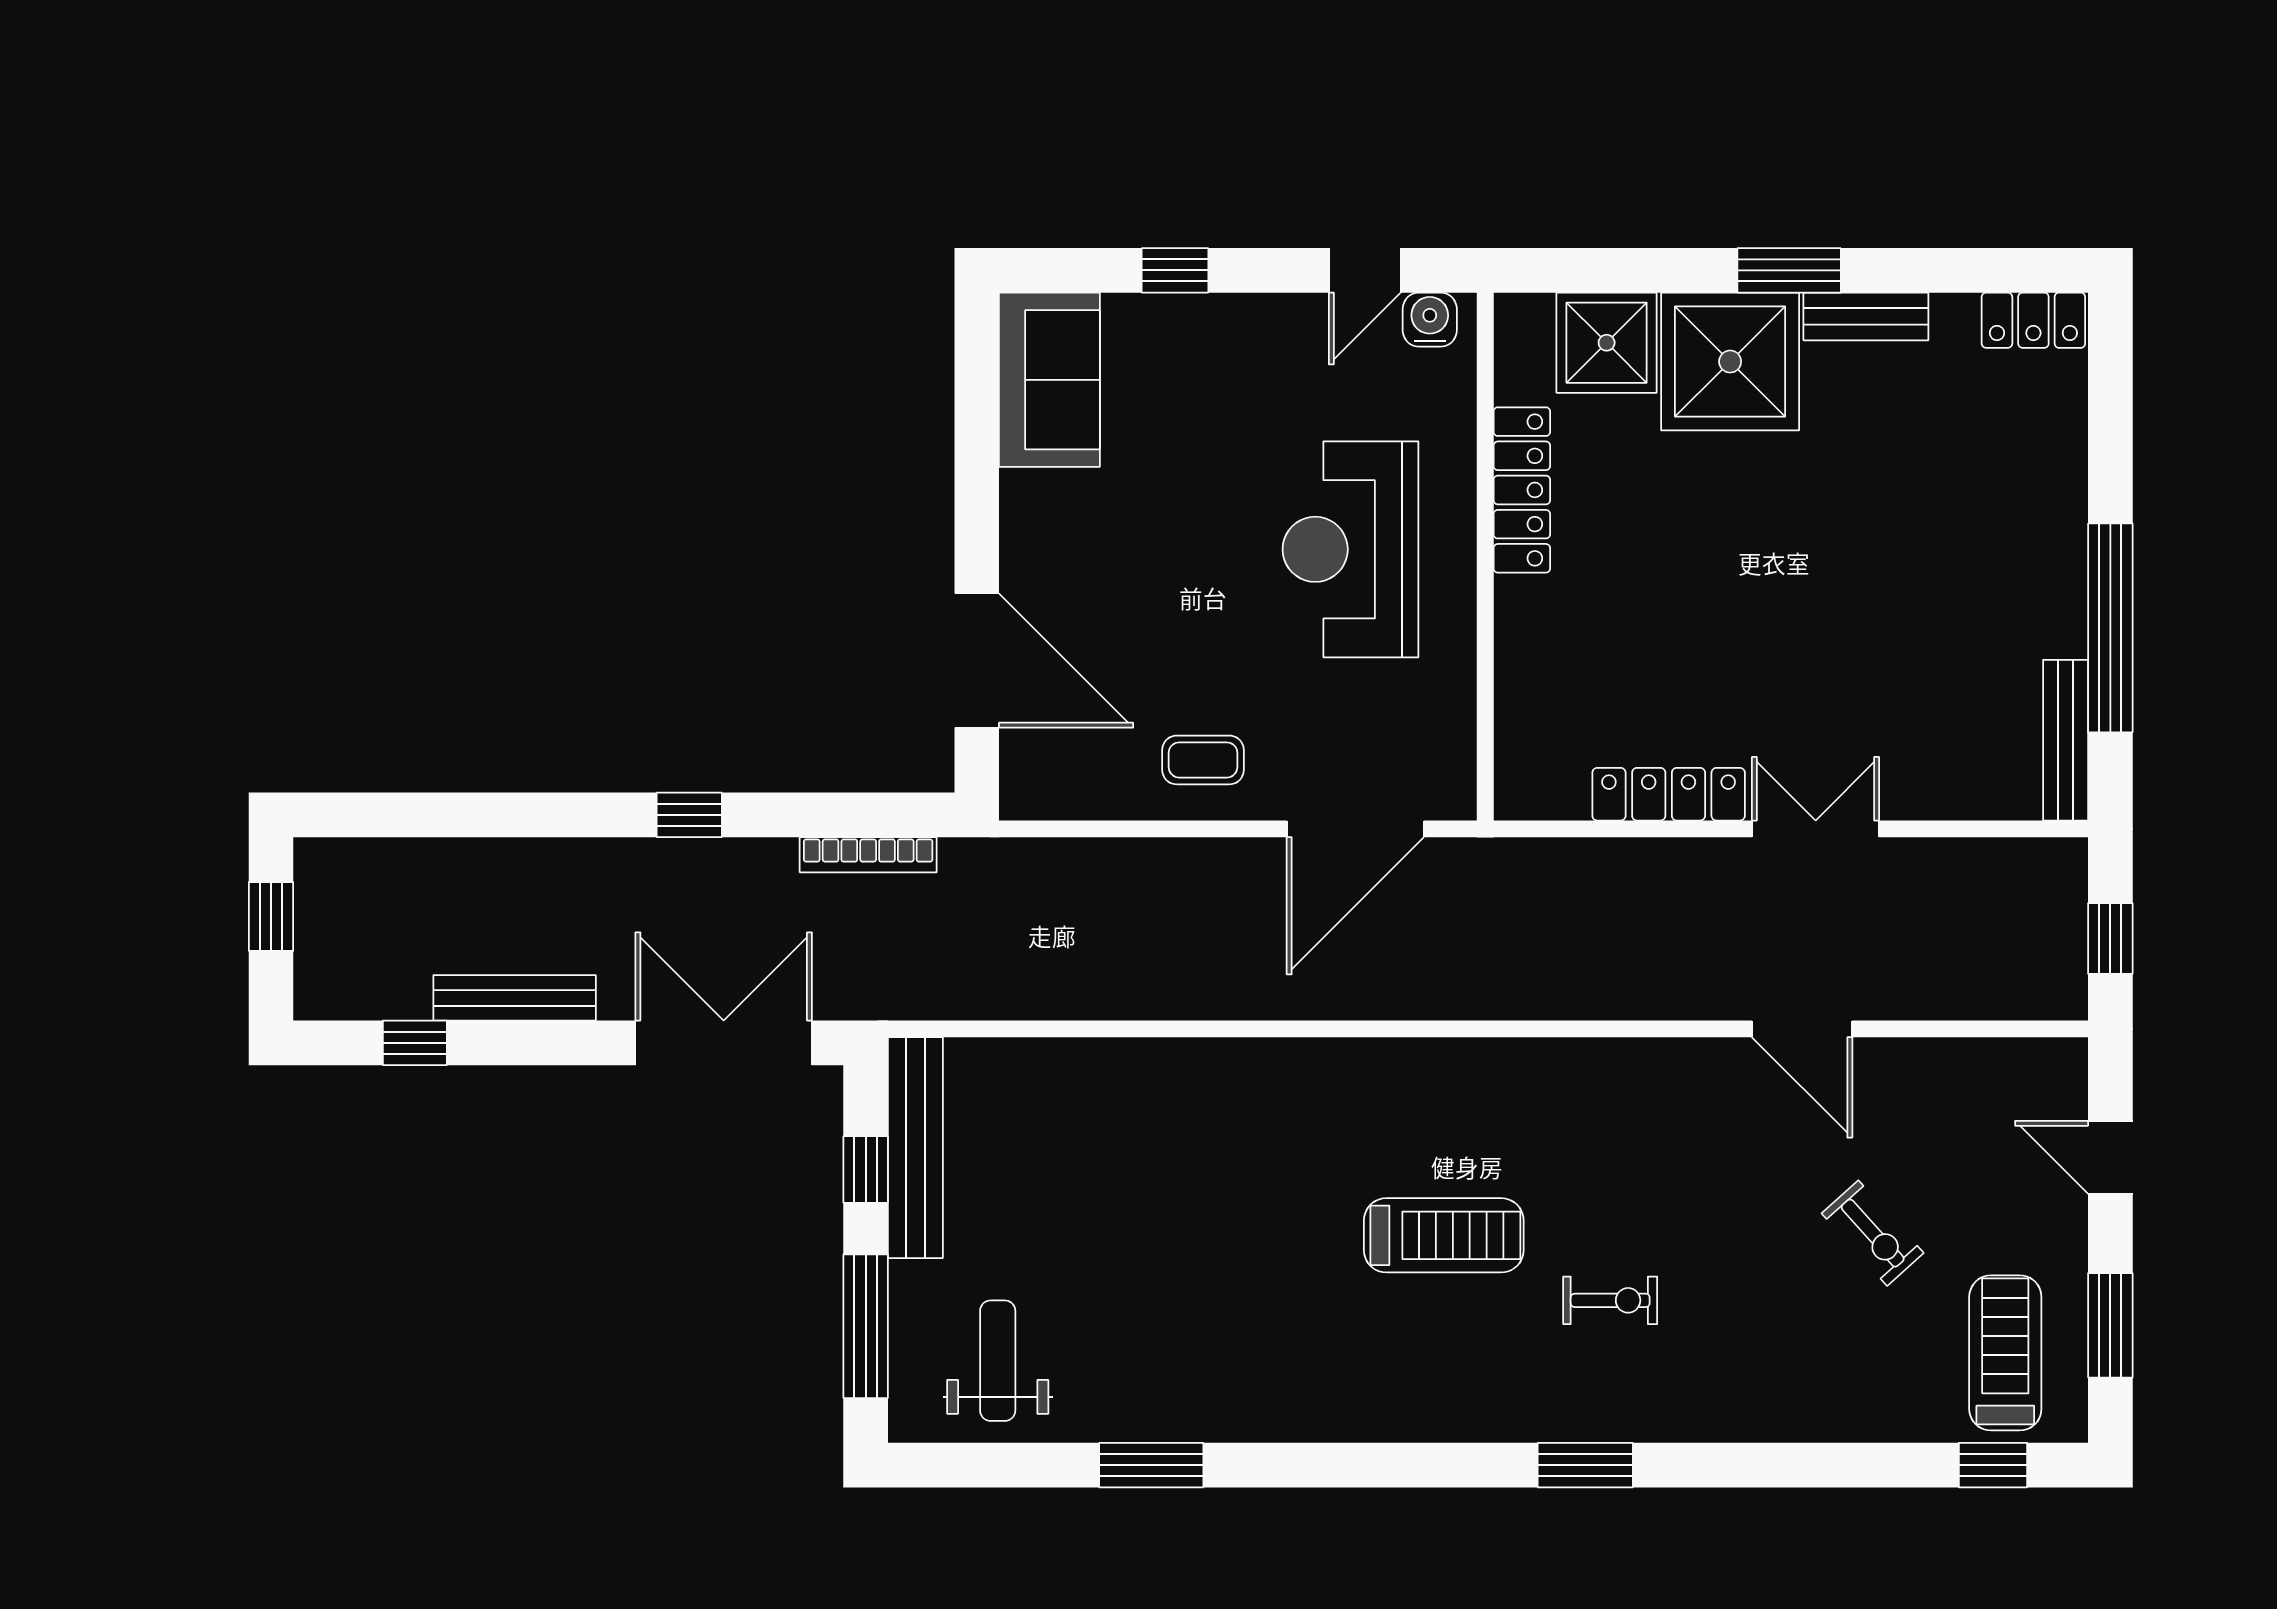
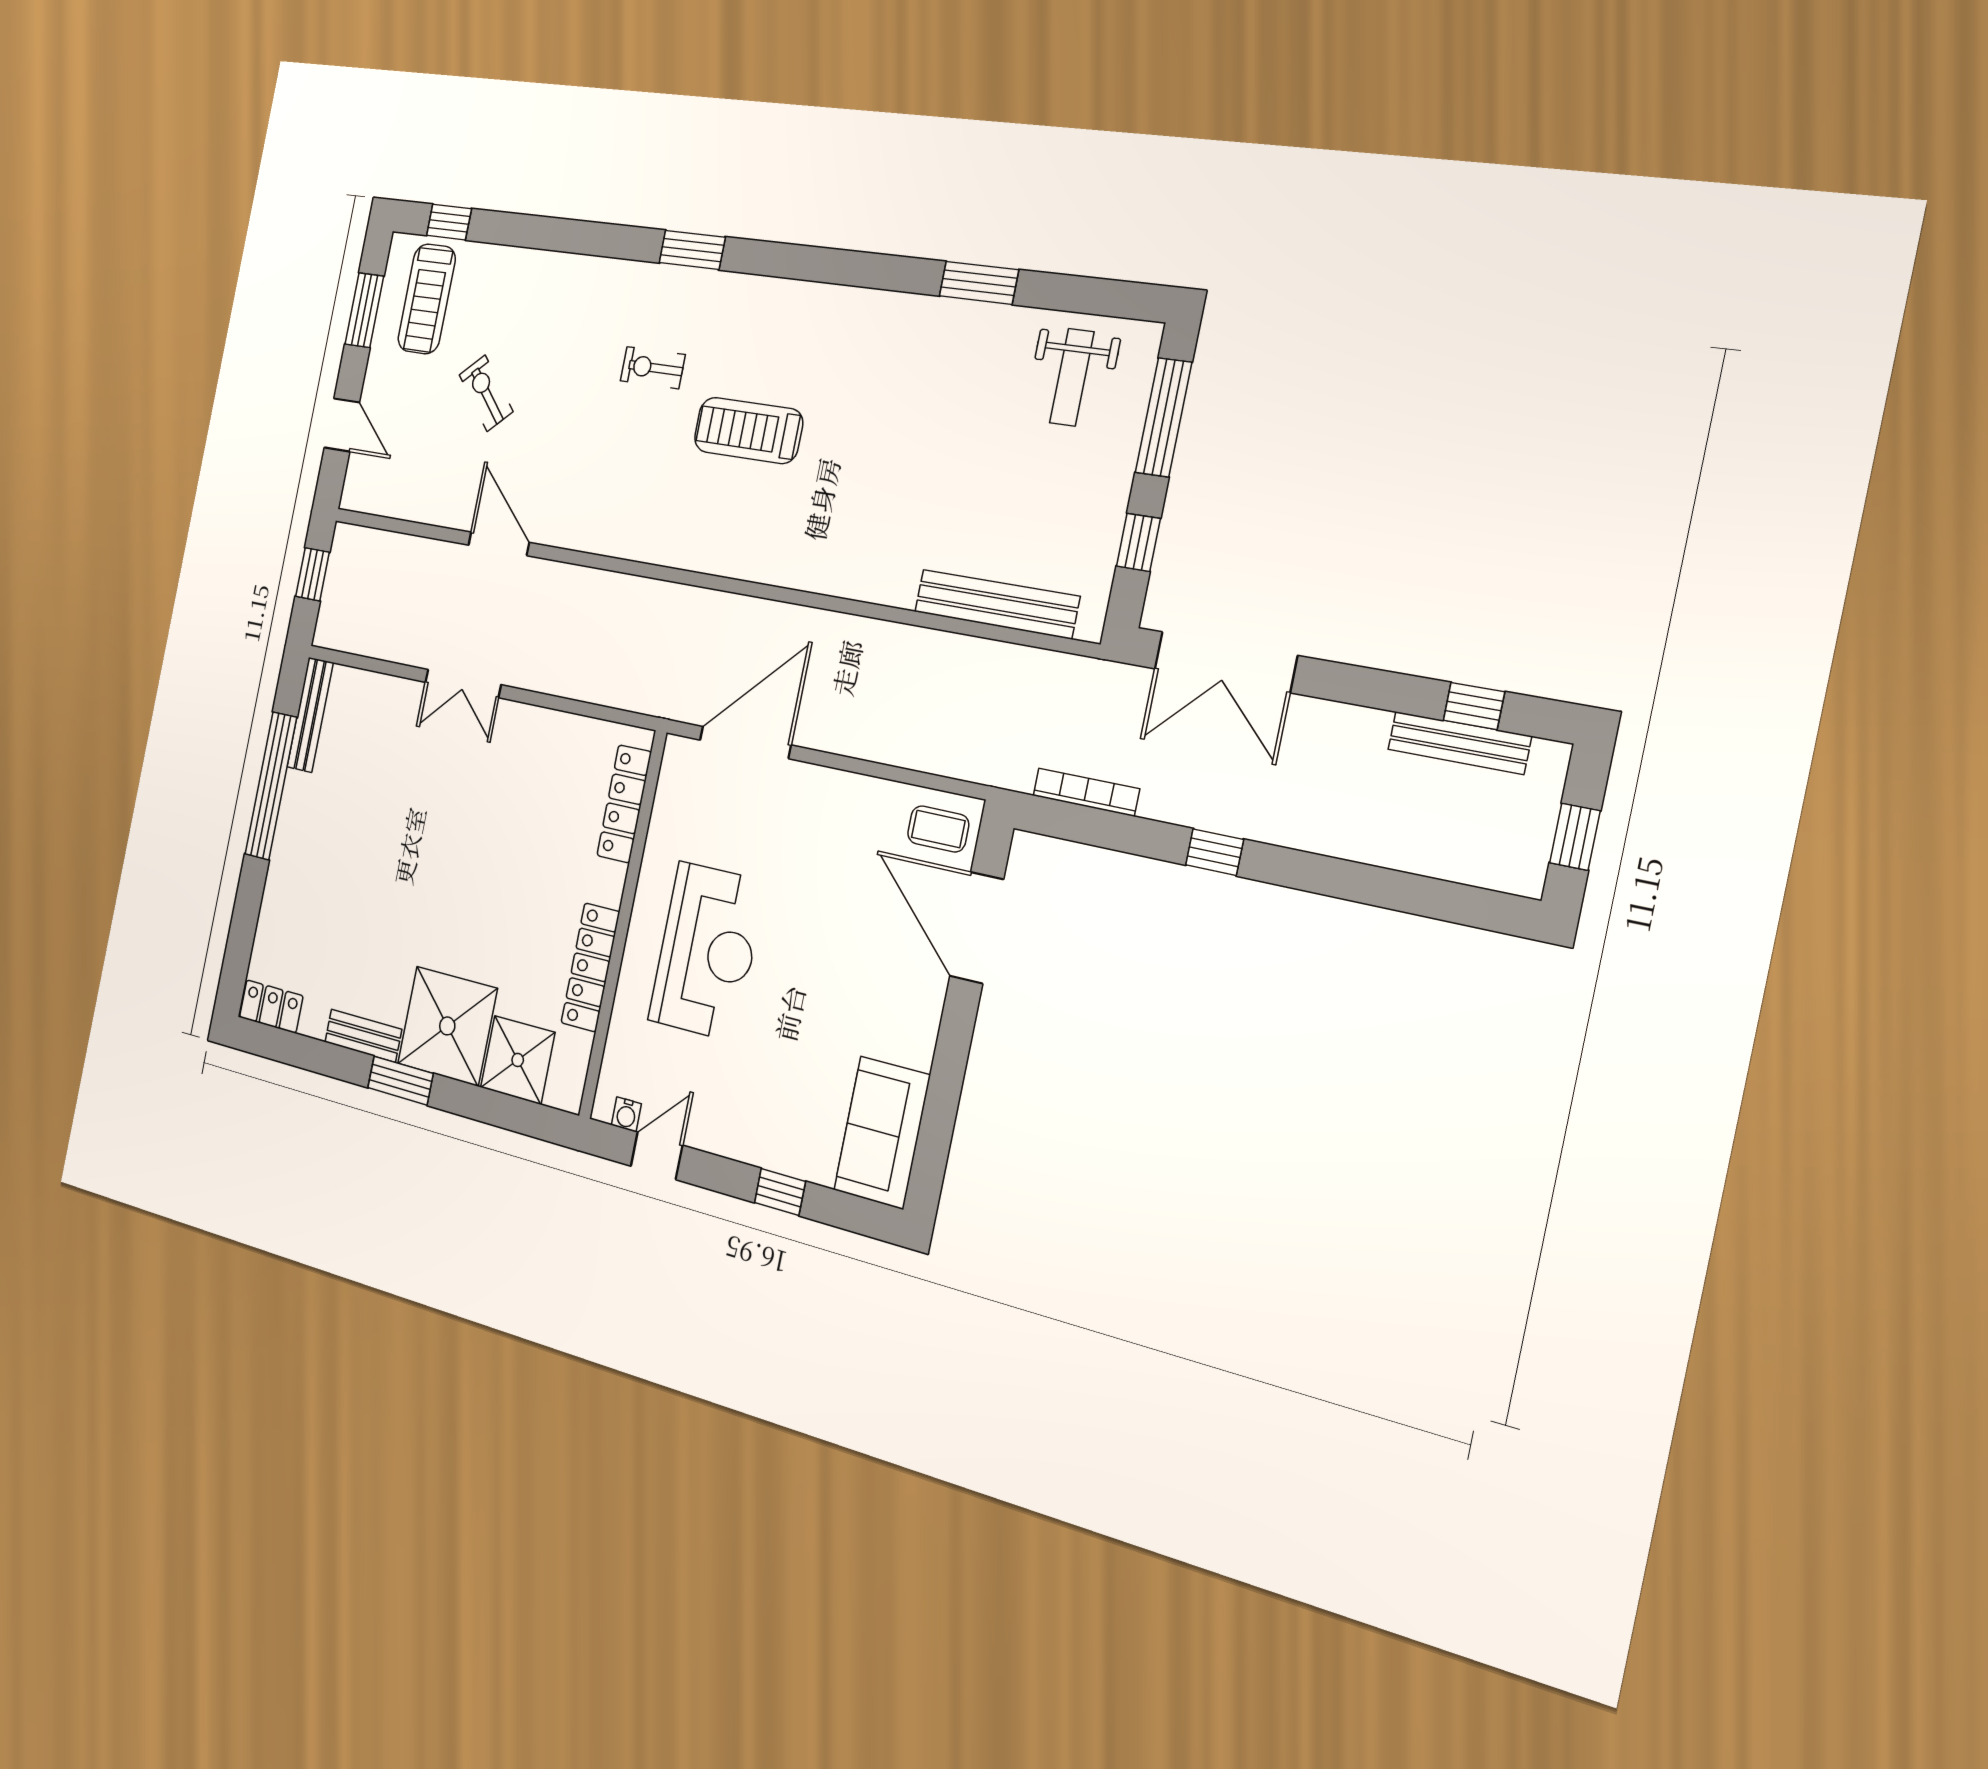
water cooler: (1430, 320) -> (626, 1114), width x0.72, depth x0.72
coffee table: (1203, 760) -> (938, 829), moved
locker: (1669, 794) -> (624, 804), moved, turned 90
bench: (515, 998) -> (1459, 743), moved
bench: (915, 1148) -> (997, 604), moved, turned 90

